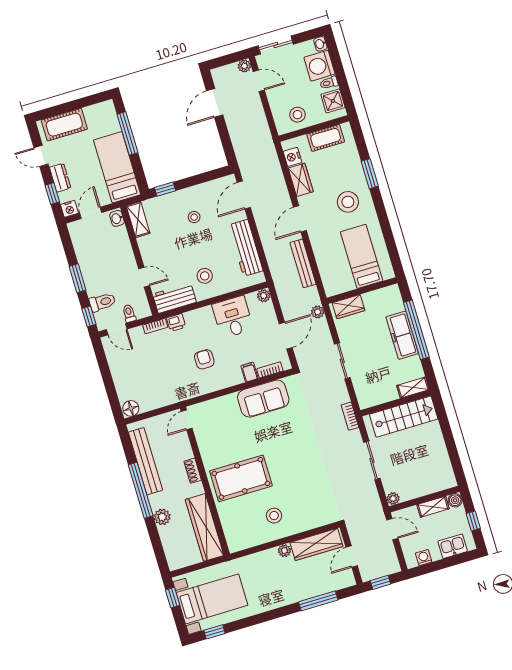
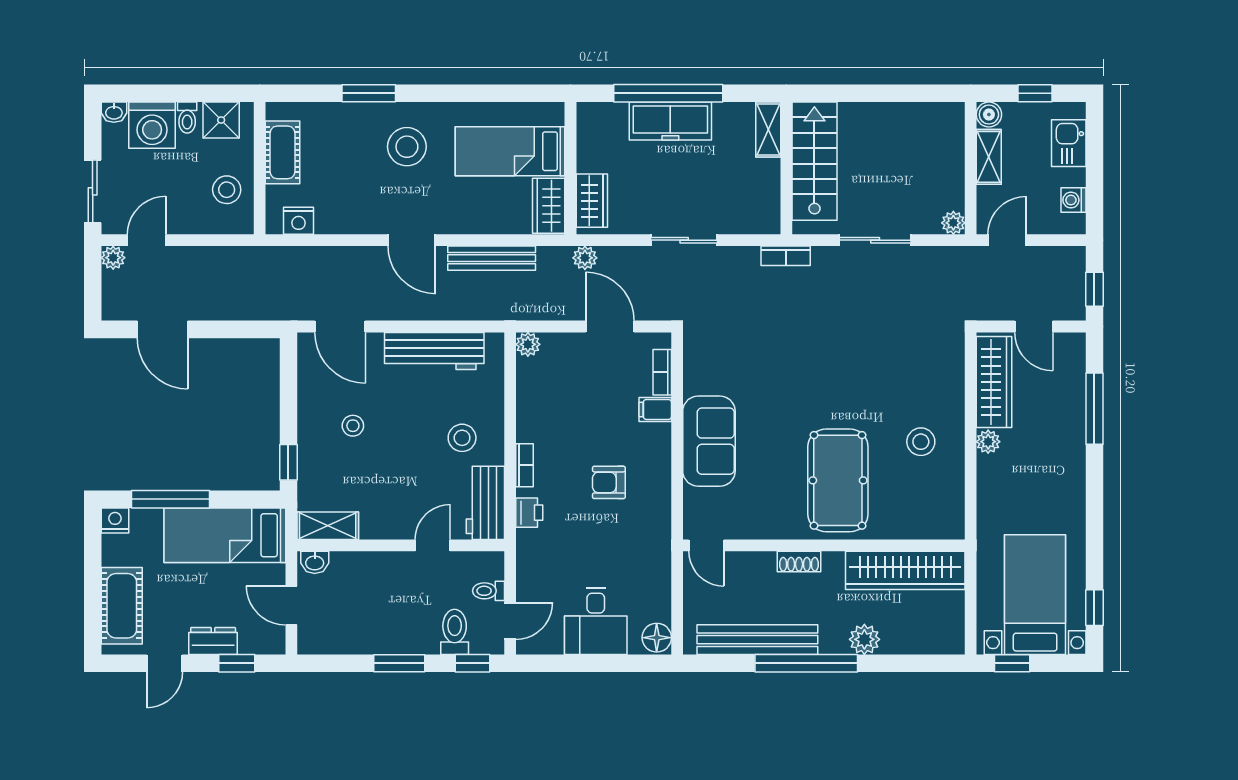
wardrobe: (301, 180) -> (549, 206), moved, turned -90
nightstand: (69, 209) -> (115, 520), moved, turned -90
desk: (233, 317) -> (596, 621), moved, turned -90
bookcase: (155, 326) -> (524, 465), moved
sofa: (263, 399) -> (709, 441), moved

